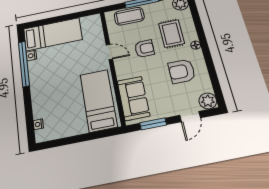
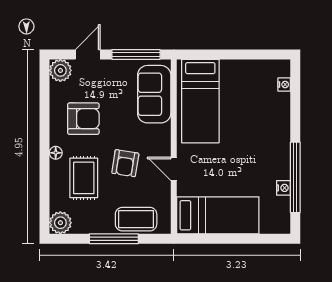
bed: (53, 34) -> (218, 215), moved, turned 180
armchair: (144, 49) -> (125, 163), turned -81
window: (153, 124) -> (136, 54), width x1.44

